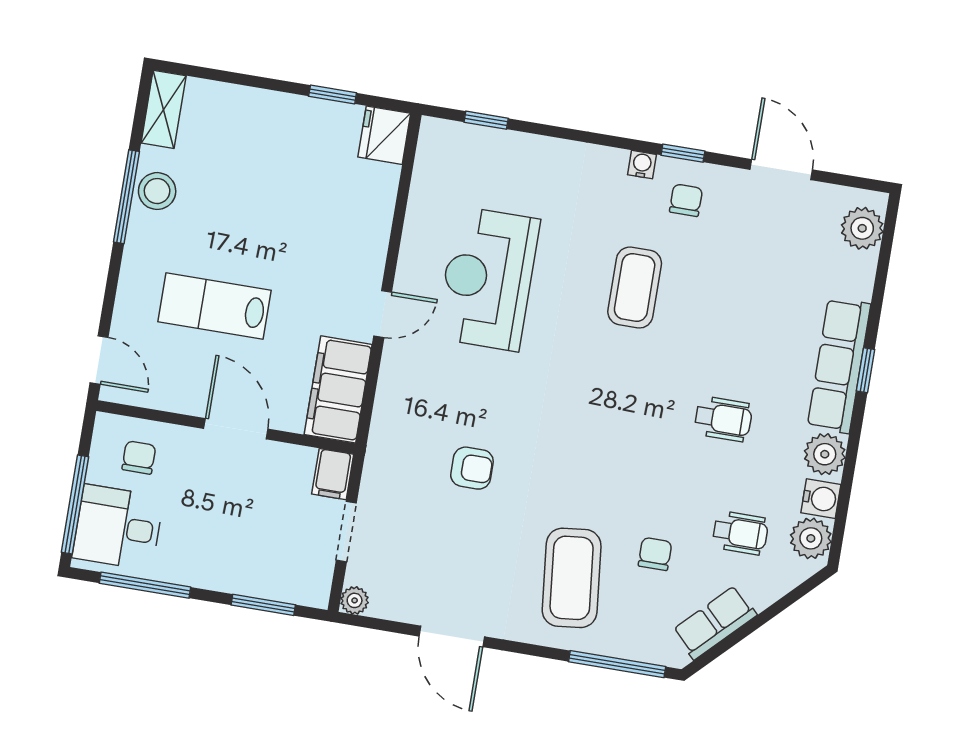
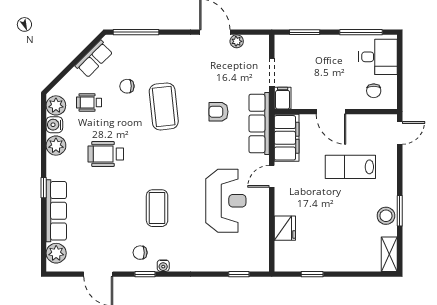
fridge: (384, 135) -> (285, 228), moved
window: (126, 197) -> (400, 211), width x0.69
chair: (686, 200) -> (140, 253), turned 90
lab bench: (215, 306) -> (350, 167), turned 180
door: (99, 360) -> (400, 133), swing flipped
row of seats: (839, 365) -> (56, 211), moved
wheelchair: (723, 419) -> (106, 154), width x1.36, depth x1.37
row of seats: (391, 429) -> (259, 124), added
window: (75, 505) -> (400, 64), removed
chair: (655, 554) -> (127, 86), turned 90
coffee table: (572, 578) -> (164, 106), moved
plant: (355, 600) -> (237, 41), moved

